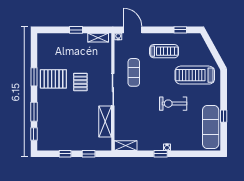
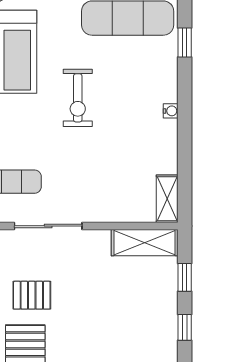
shelving: (105, 121) -> (145, 243), moved
window: (161, 154) -> (185, 42), moved

